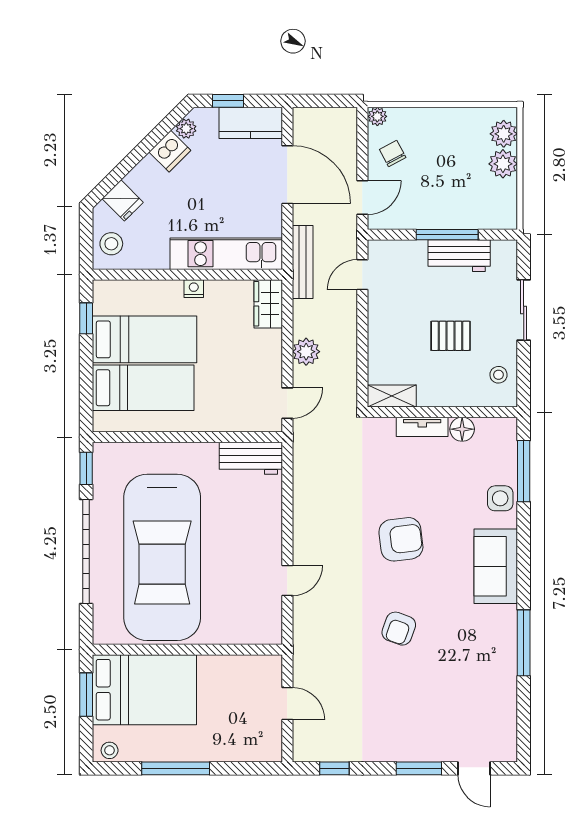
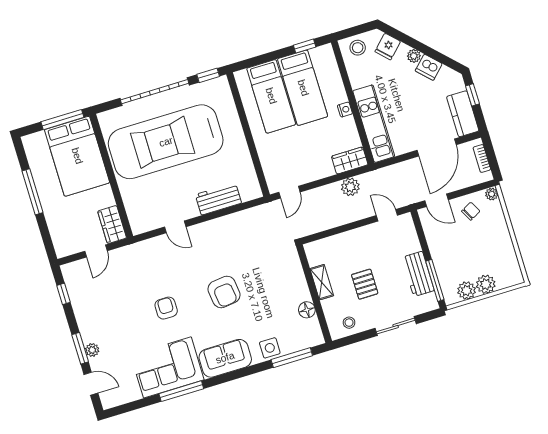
bookcase: (322, 115) -> (482, 158), added
plant: (186, 129) -> (414, 56), moved
plant: (504, 134) -> (467, 291), moved
window: (447, 235) -> (435, 280), moved
bench: (303, 262) -> (383, 174), removed
plant: (306, 352) -> (350, 187), moved
shelving: (392, 396) -> (322, 282), moved
door: (287, 403) -> (289, 192), hinge flipped
tv unit: (422, 427) -> (301, 284), removed
workbench: (251, 458) -> (218, 199), moved, turned 90
armchair: (399, 629) -> (166, 308), turned 70
corner sofa: (484, 652) -> (167, 367), added
wardrobe: (257, 669) -> (112, 225), added
window: (86, 695) -> (62, 120), width x1.44
stool: (110, 750) -> (31, 146), removed
plant: (426, 752) -> (92, 350), added
door: (474, 768) -> (91, 384), swing flipped

